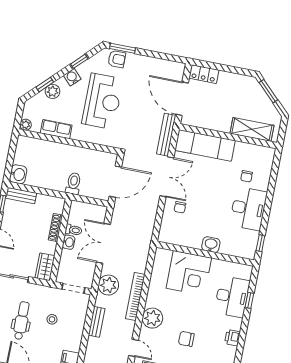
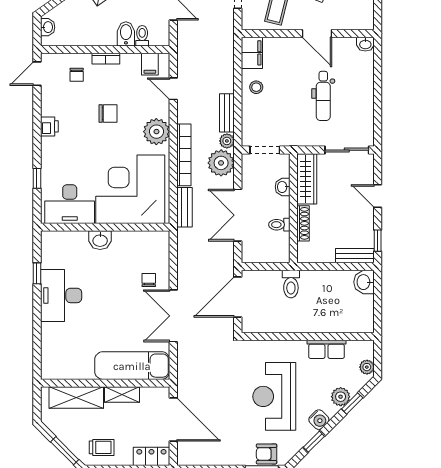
trolley: (240, 88) -> (102, 447), added
plant: (26, 125) -> (367, 367), moved
shelving: (217, 125) -> (122, 394), added
bench: (166, 135) -> (184, 207), moved, width x0.73
chair: (247, 176) -> (71, 336), removed
washbasin: (69, 242) -> (283, 187), moved
double door: (103, 243) -> (238, 215), swing flipped
window: (260, 243) -> (37, 273), moved
wardrobe: (45, 267) -> (307, 179), width x1.50
corner desk: (189, 273) -> (130, 189), width x1.36, depth x1.36
desk: (232, 297) -> (70, 204), moved, turned -90
plant: (101, 301) -> (227, 141), added
stool: (52, 319) -> (256, 87), moved

